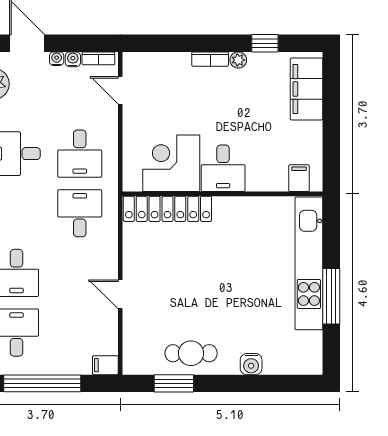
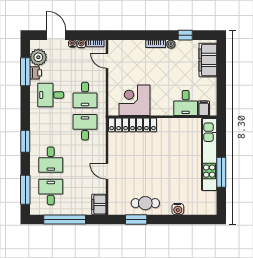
desk: (223, 168) -> (186, 103), moved
filing cabinet: (105, 365) -> (99, 204), width x2.00

